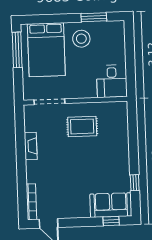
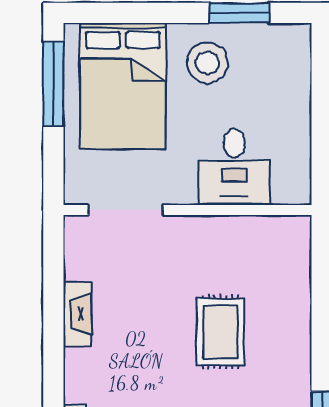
desk: (112, 81) -> (234, 167), moved
rug: (82, 126) -> (220, 332), moved, turned 90

